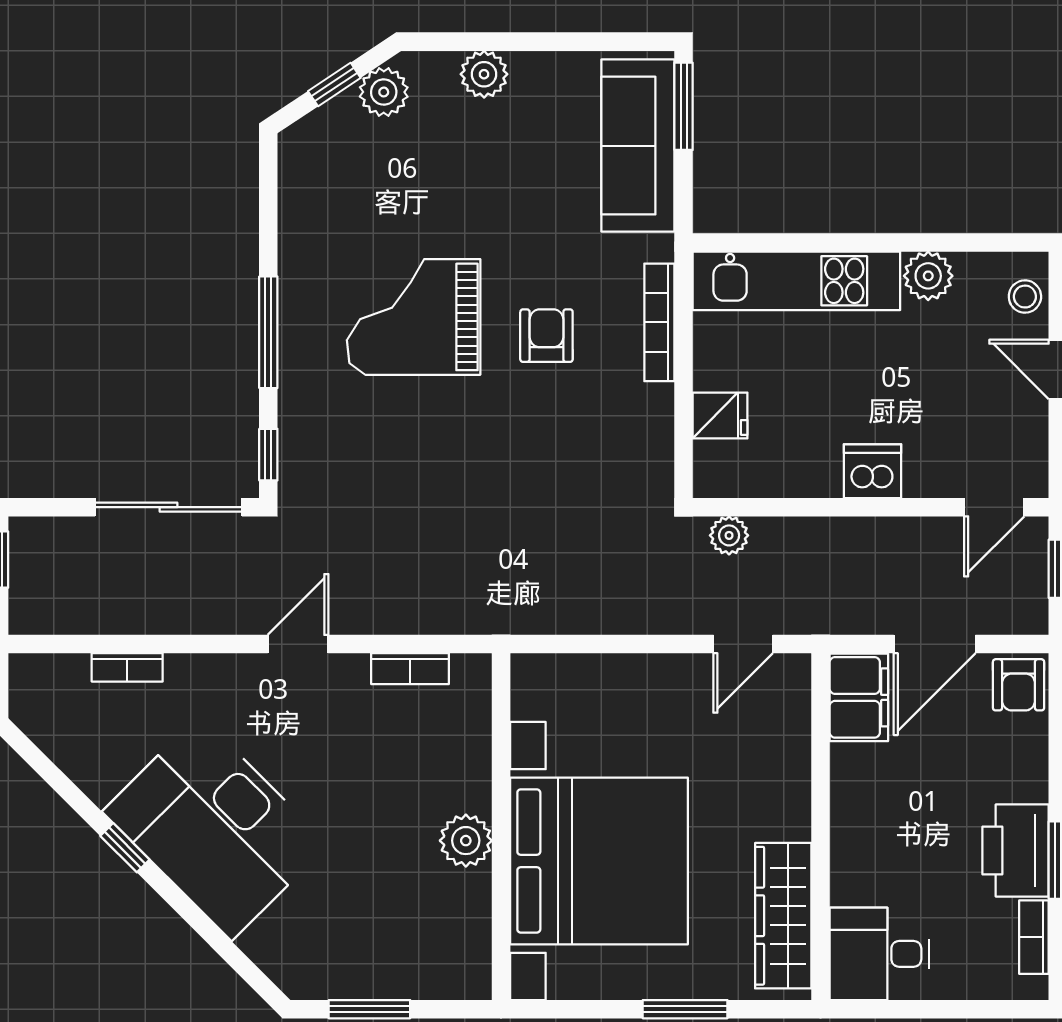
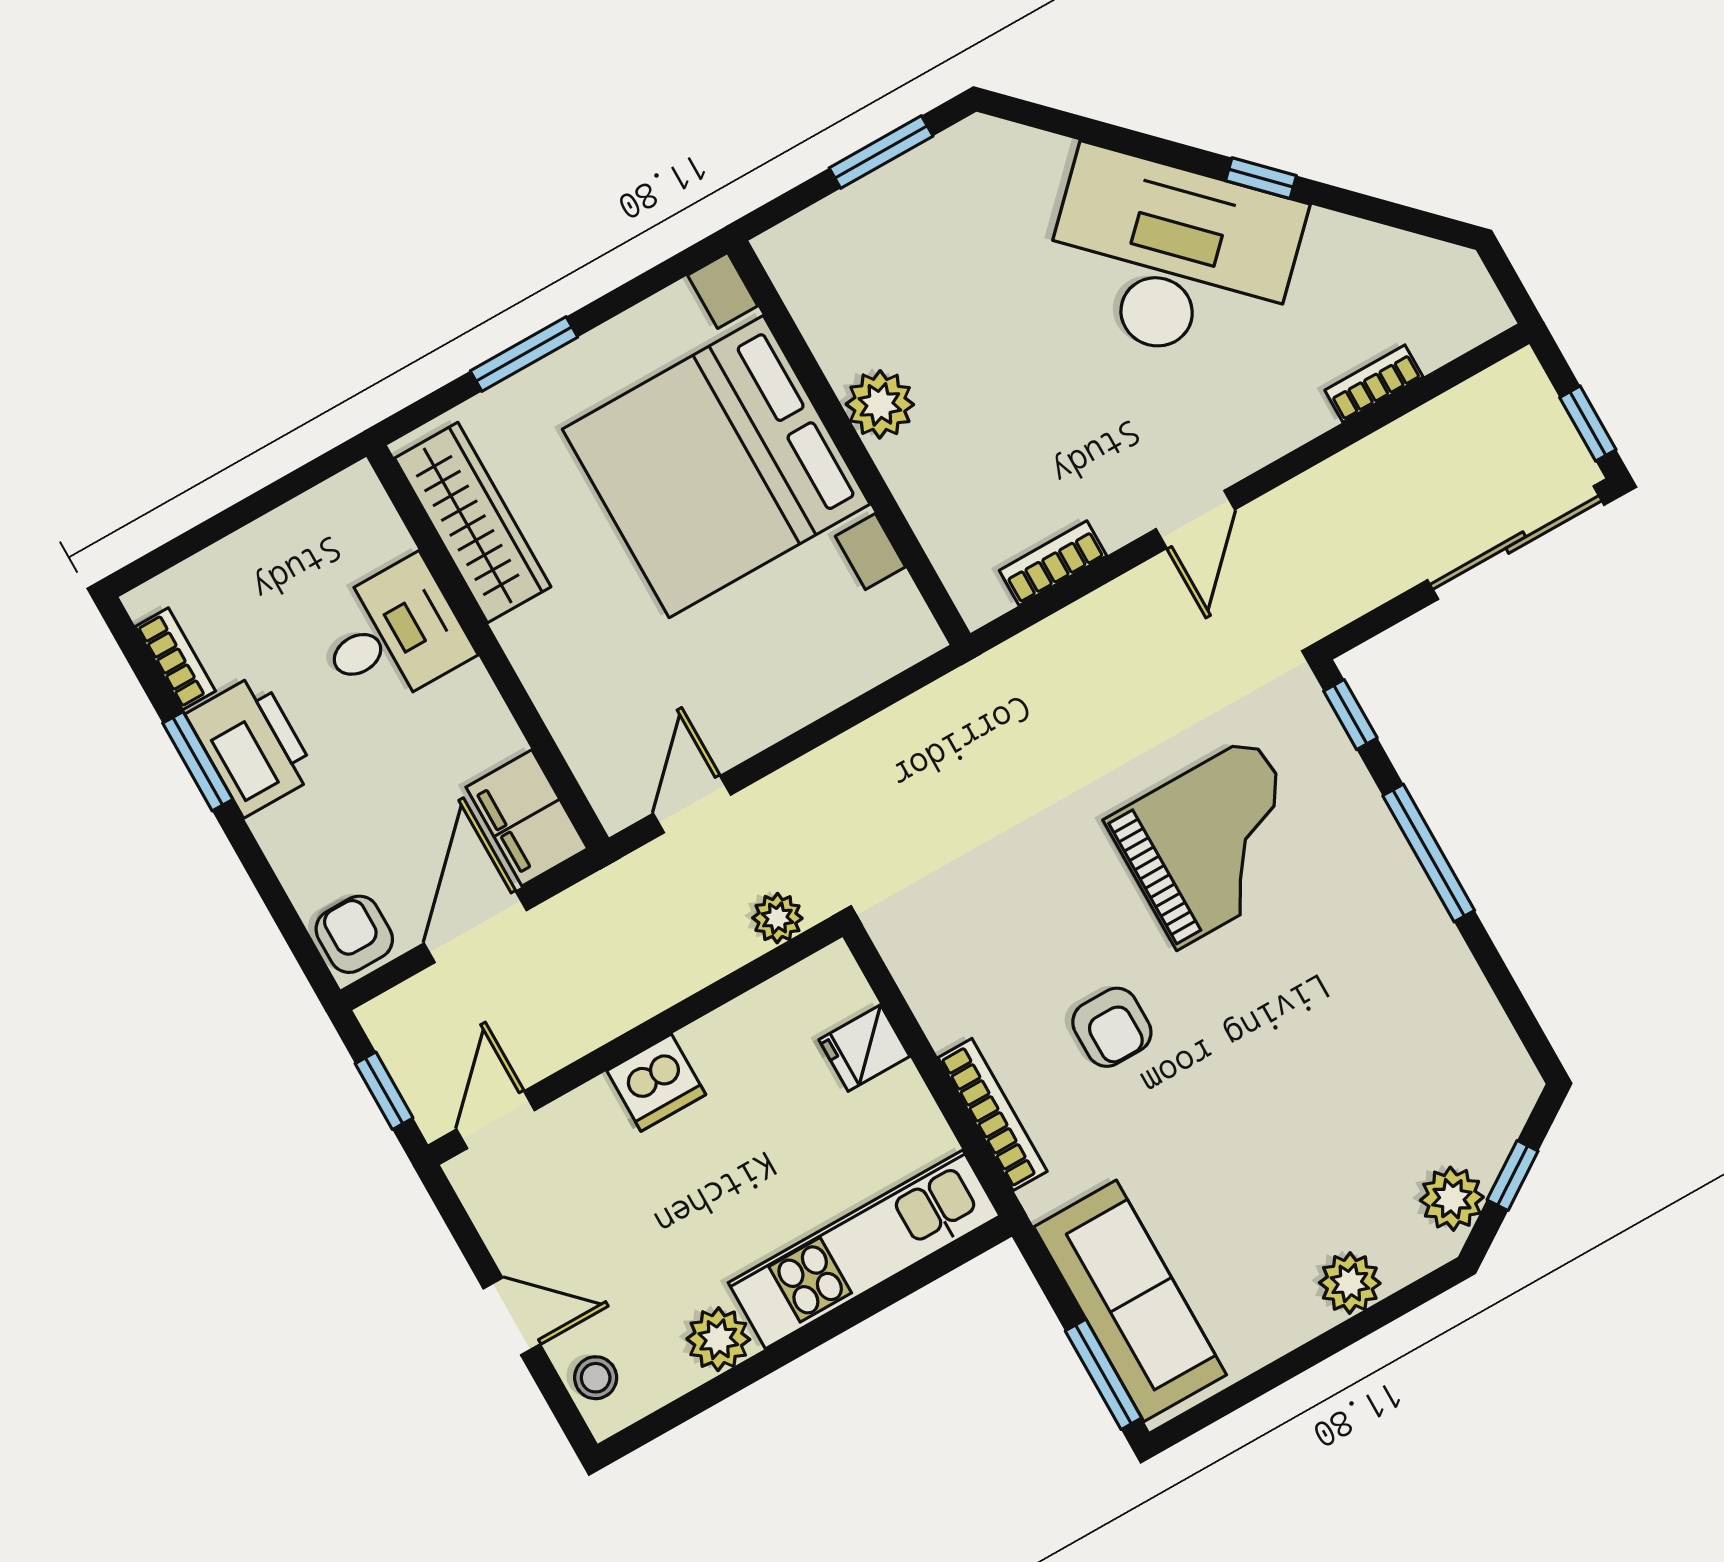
grand piano: (414, 317) -> (1215, 843), moved
sliding door: (169, 507) -> (1516, 543), moved
desk: (879, 954) -> (392, 635), moved

